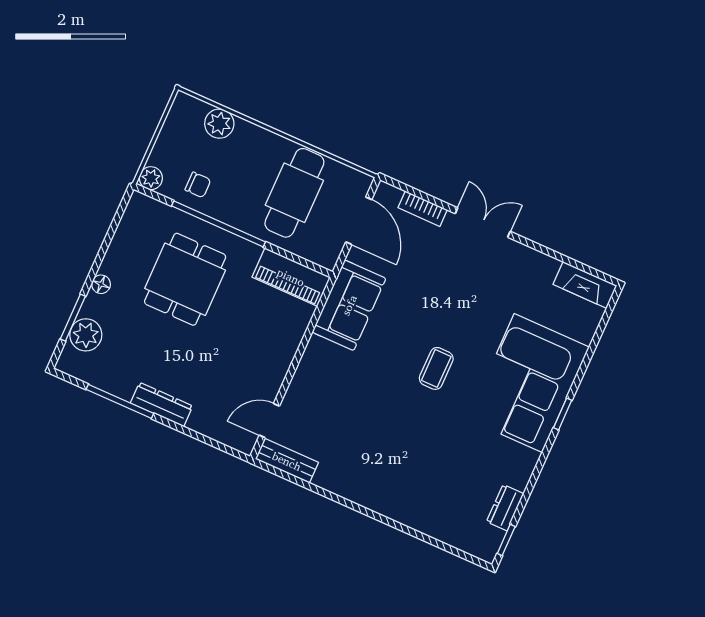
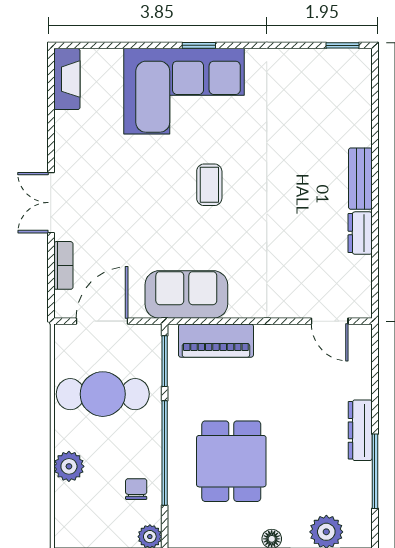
plant: (219, 124) -> (69, 466), moved
window: (299, 260) -> (165, 361), added
piano: (291, 277) -> (216, 341), moved, turned 90
dining table: (185, 279) -> (231, 461), turned 90
coffee table: (436, 368) -> (209, 185), turned 90
bench: (287, 461) -> (360, 179), moved
dresser: (505, 508) -> (360, 233), moved, turned 90

